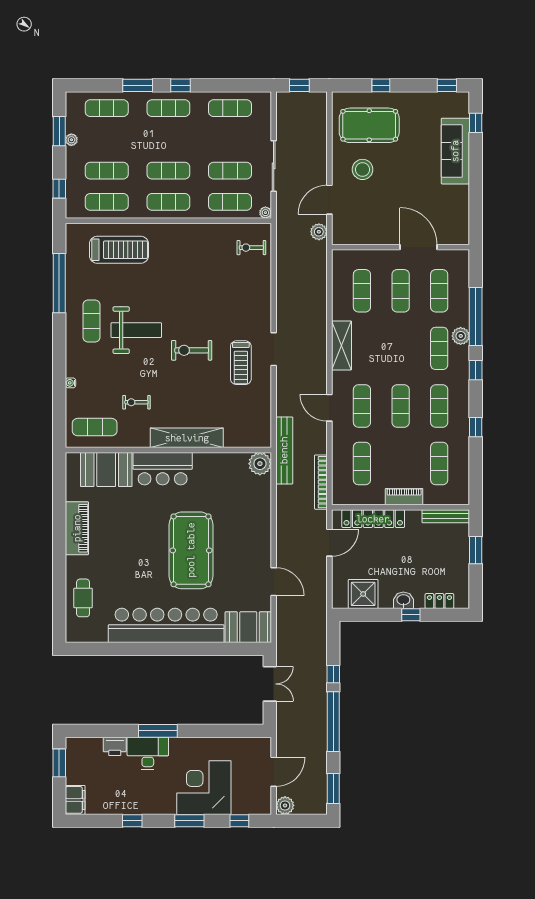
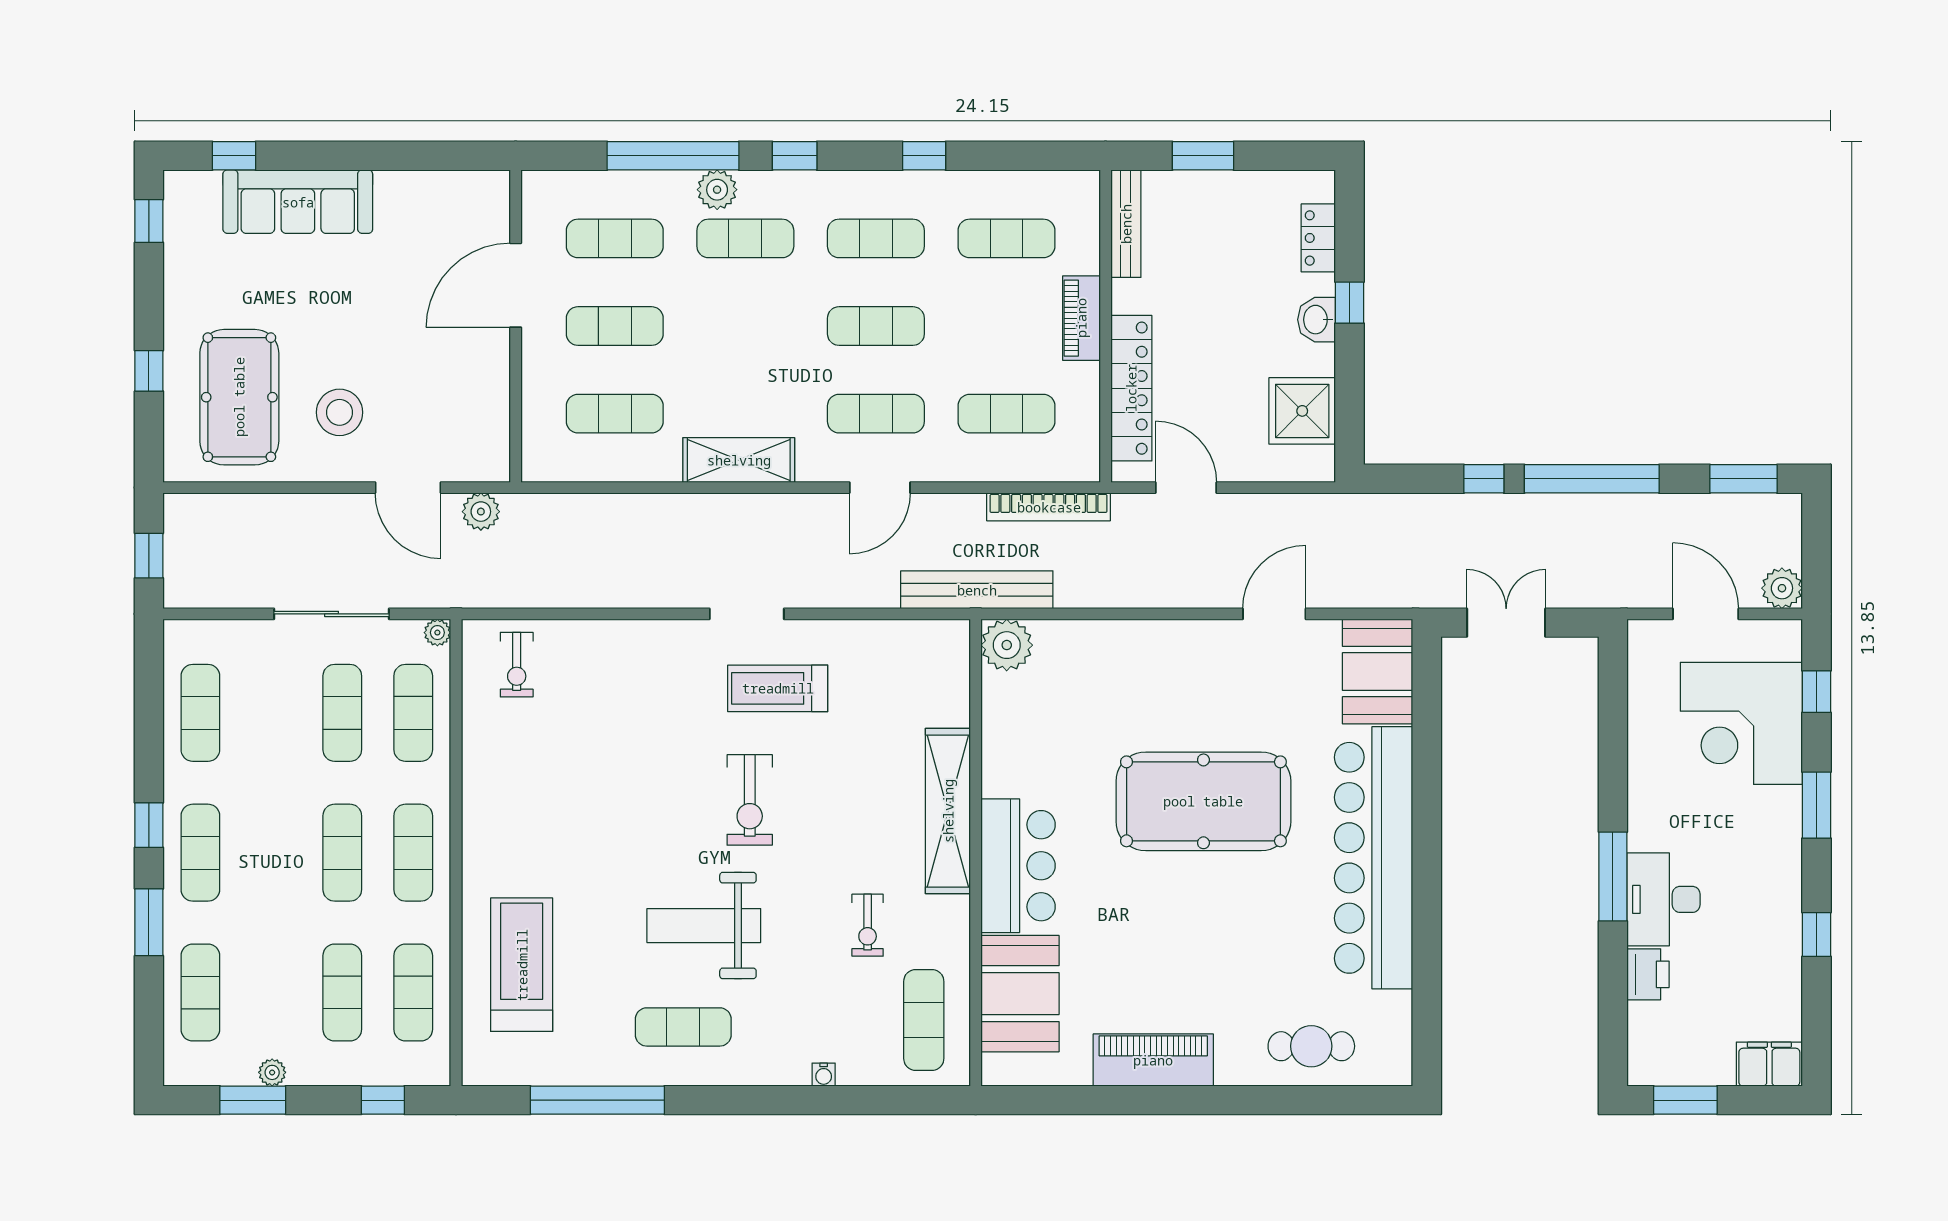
weight bench: (136, 330) -> (704, 926), turned -90
treadmill: (241, 363) -> (778, 688), turned 180
corner desk: (204, 788) -> (1741, 723), moved

